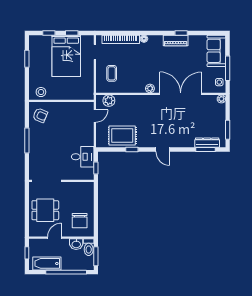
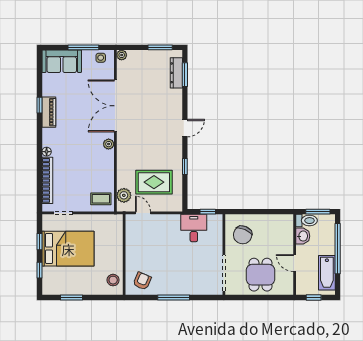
coffee table: (112, 73) -> (101, 199), moved
rug: (122, 135) -> (154, 182), moved, turned 90
chair: (80, 221) -> (243, 235), moved, turned 113

